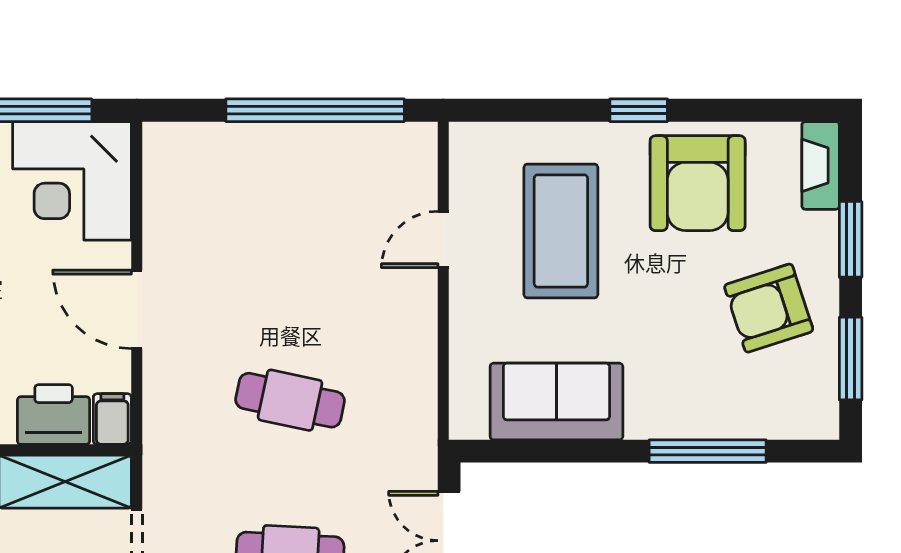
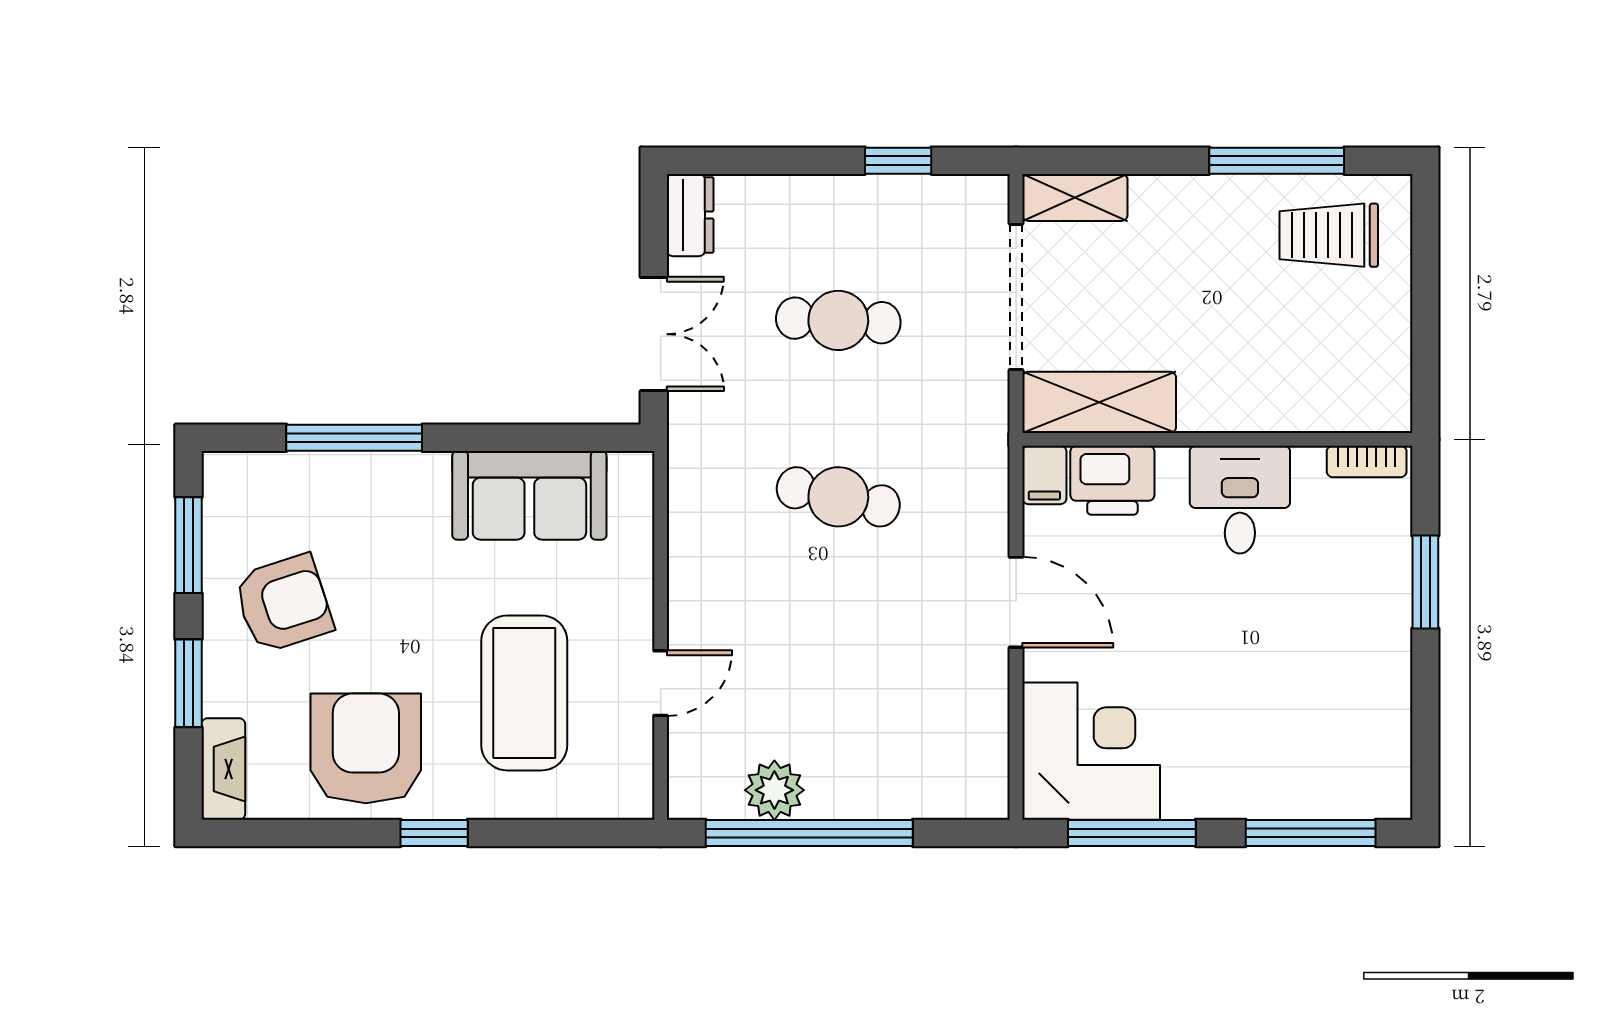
plant: (345, 147) -> (774, 790), added

